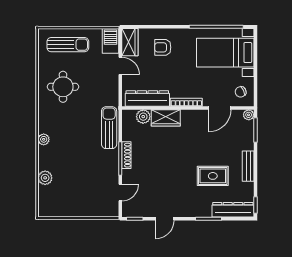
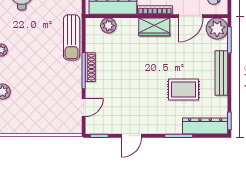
plant: (249, 115) -> (217, 29), width x1.88, depth x1.88
wardrobe: (166, 118) -> (154, 27), moved
sun lounger: (109, 128) -> (72, 37), turned 180
bench: (248, 166) -> (221, 73), width x1.36

